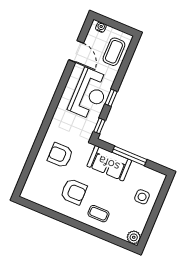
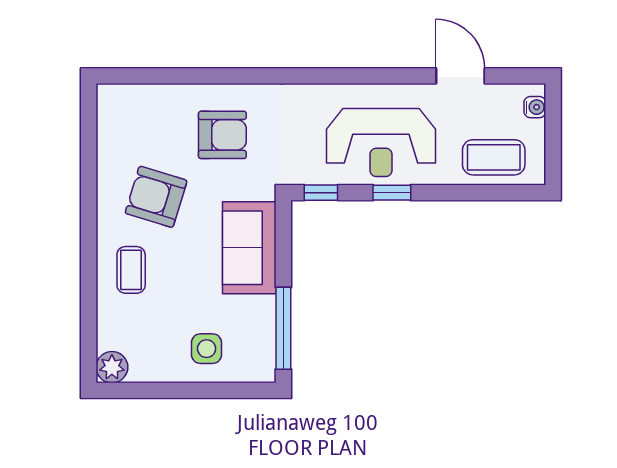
door: (76, 51) -> (460, 76), swing flipped
armchair: (60, 155) -> (222, 135), turned 90
window: (129, 156) -> (283, 328), moved
armchair: (74, 192) -> (156, 197), turned 107

